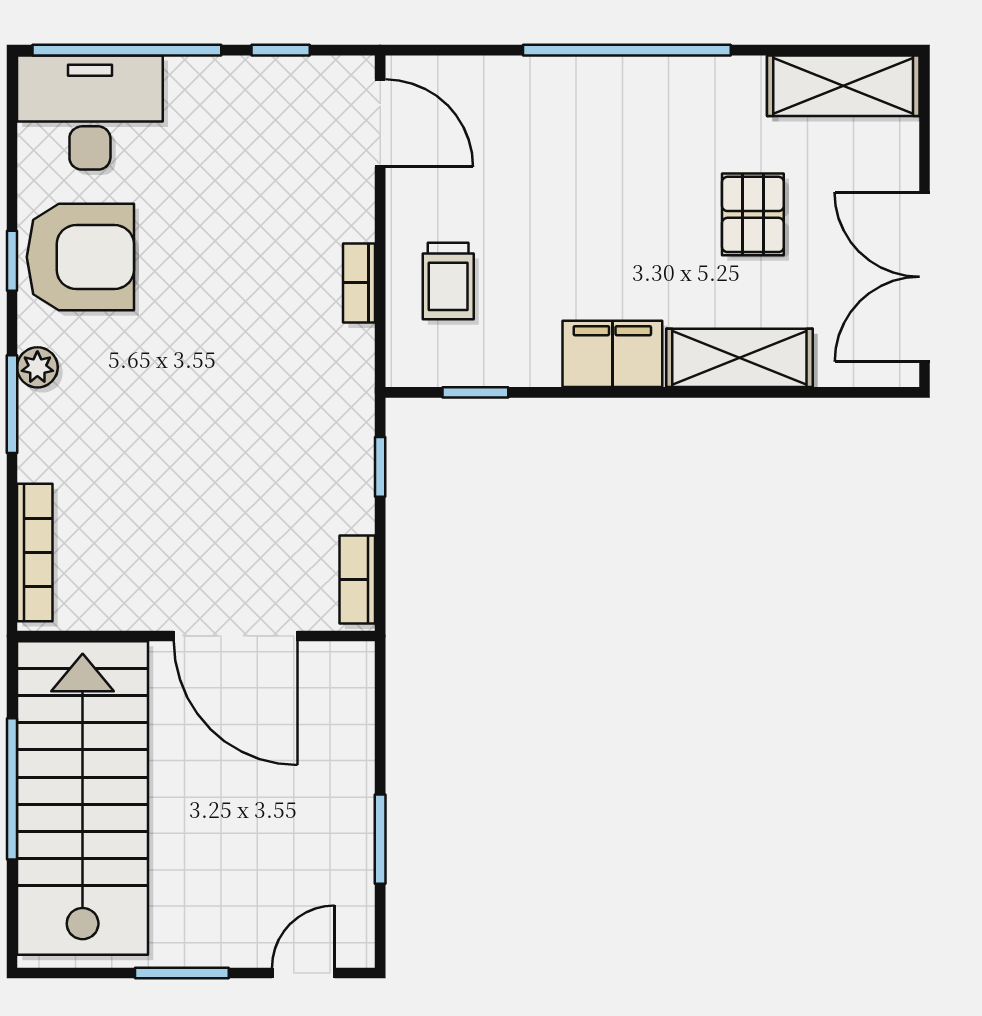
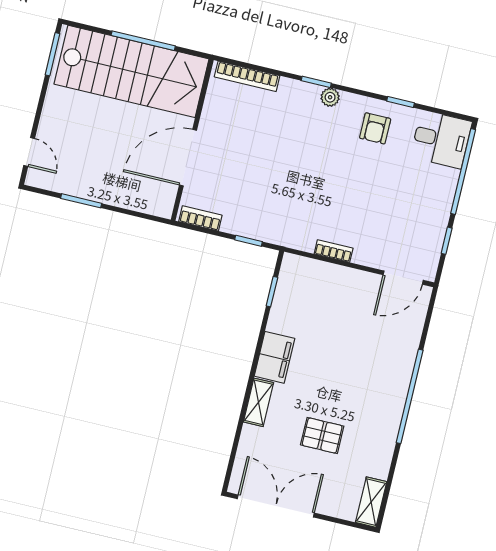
shelving: (843, 86) -> (371, 502), width x0.67, depth x0.75
desk: (90, 113) -> (441, 139), width x0.73
armchair: (80, 257) -> (375, 128), width x0.53, depth x0.53
window: (12, 261) -> (401, 102), moved
trolley: (448, 281) -> (325, 291), removed
shelving: (739, 358) -> (258, 402), width x0.67, depth x0.75
window: (12, 404) -> (316, 82), width x0.67
window: (182, 973) -> (52, 54), moved

